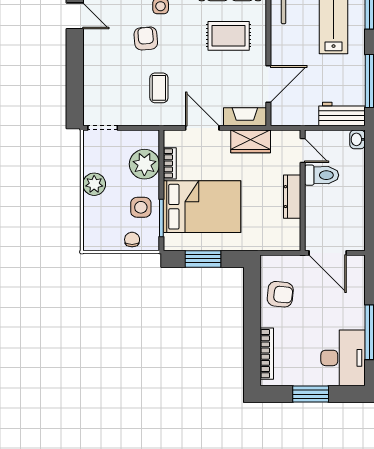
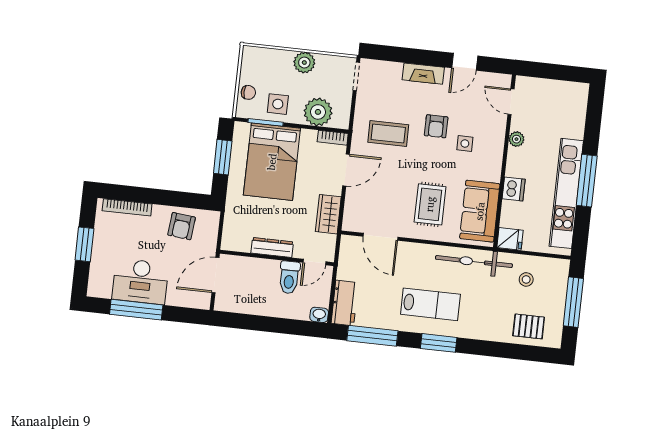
armchair: (146, 38) -> (436, 126), turned 95
coffee table: (159, 88) -> (388, 133), width x1.36, depth x1.30
fireplace: (245, 117) -> (423, 74), moved, turned 90
bookcase: (170, 163) -> (333, 138), moved
desk: (343, 358) -> (140, 281), moved

